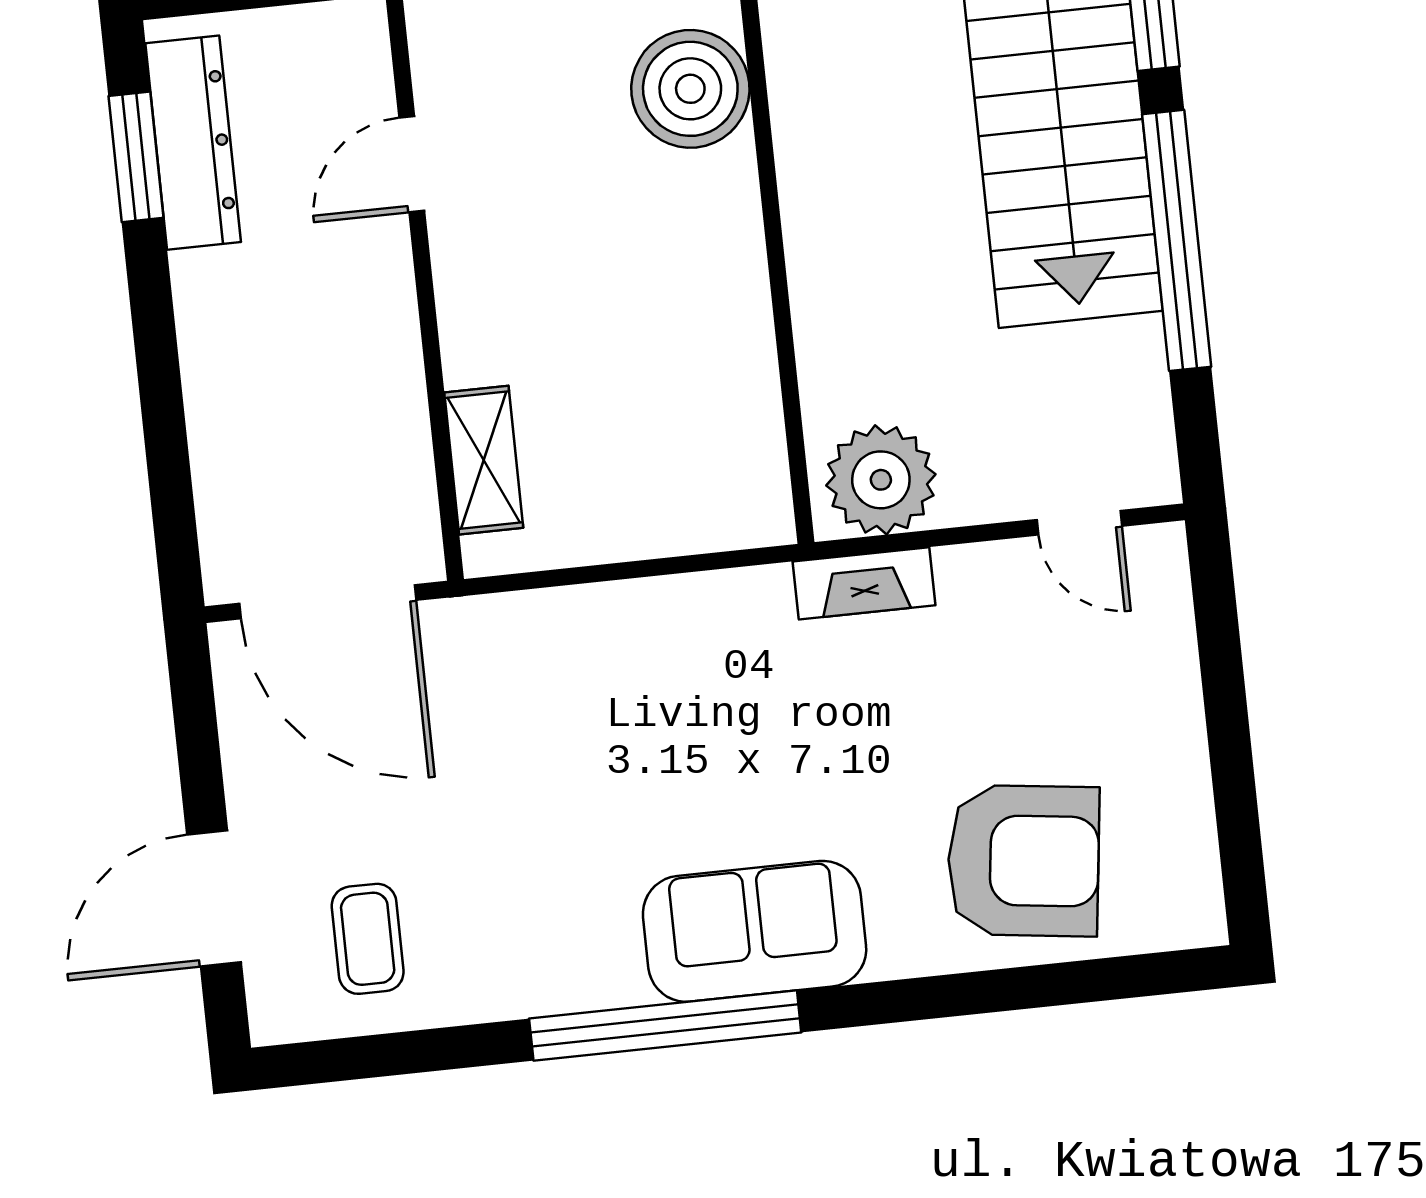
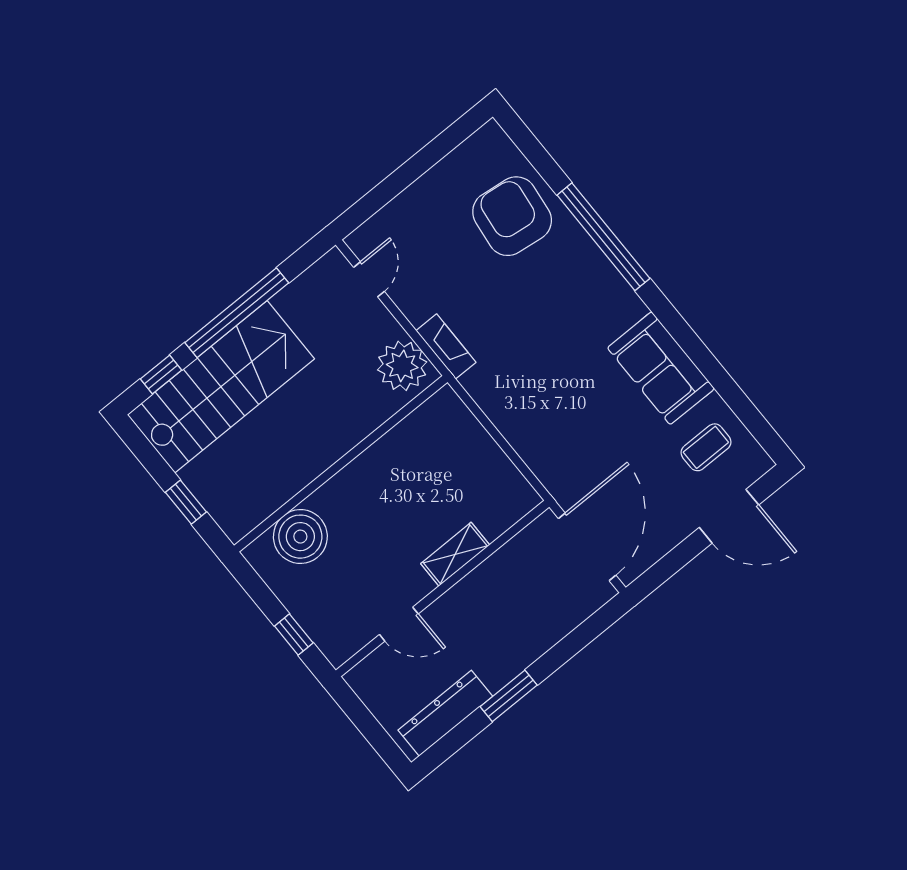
window: (136, 157) -> (509, 696), moved
shelving: (484, 460) -> (455, 554), moved
sofa: (755, 931) -> (661, 368), moved
window: (665, 1026) -> (603, 237), moved

